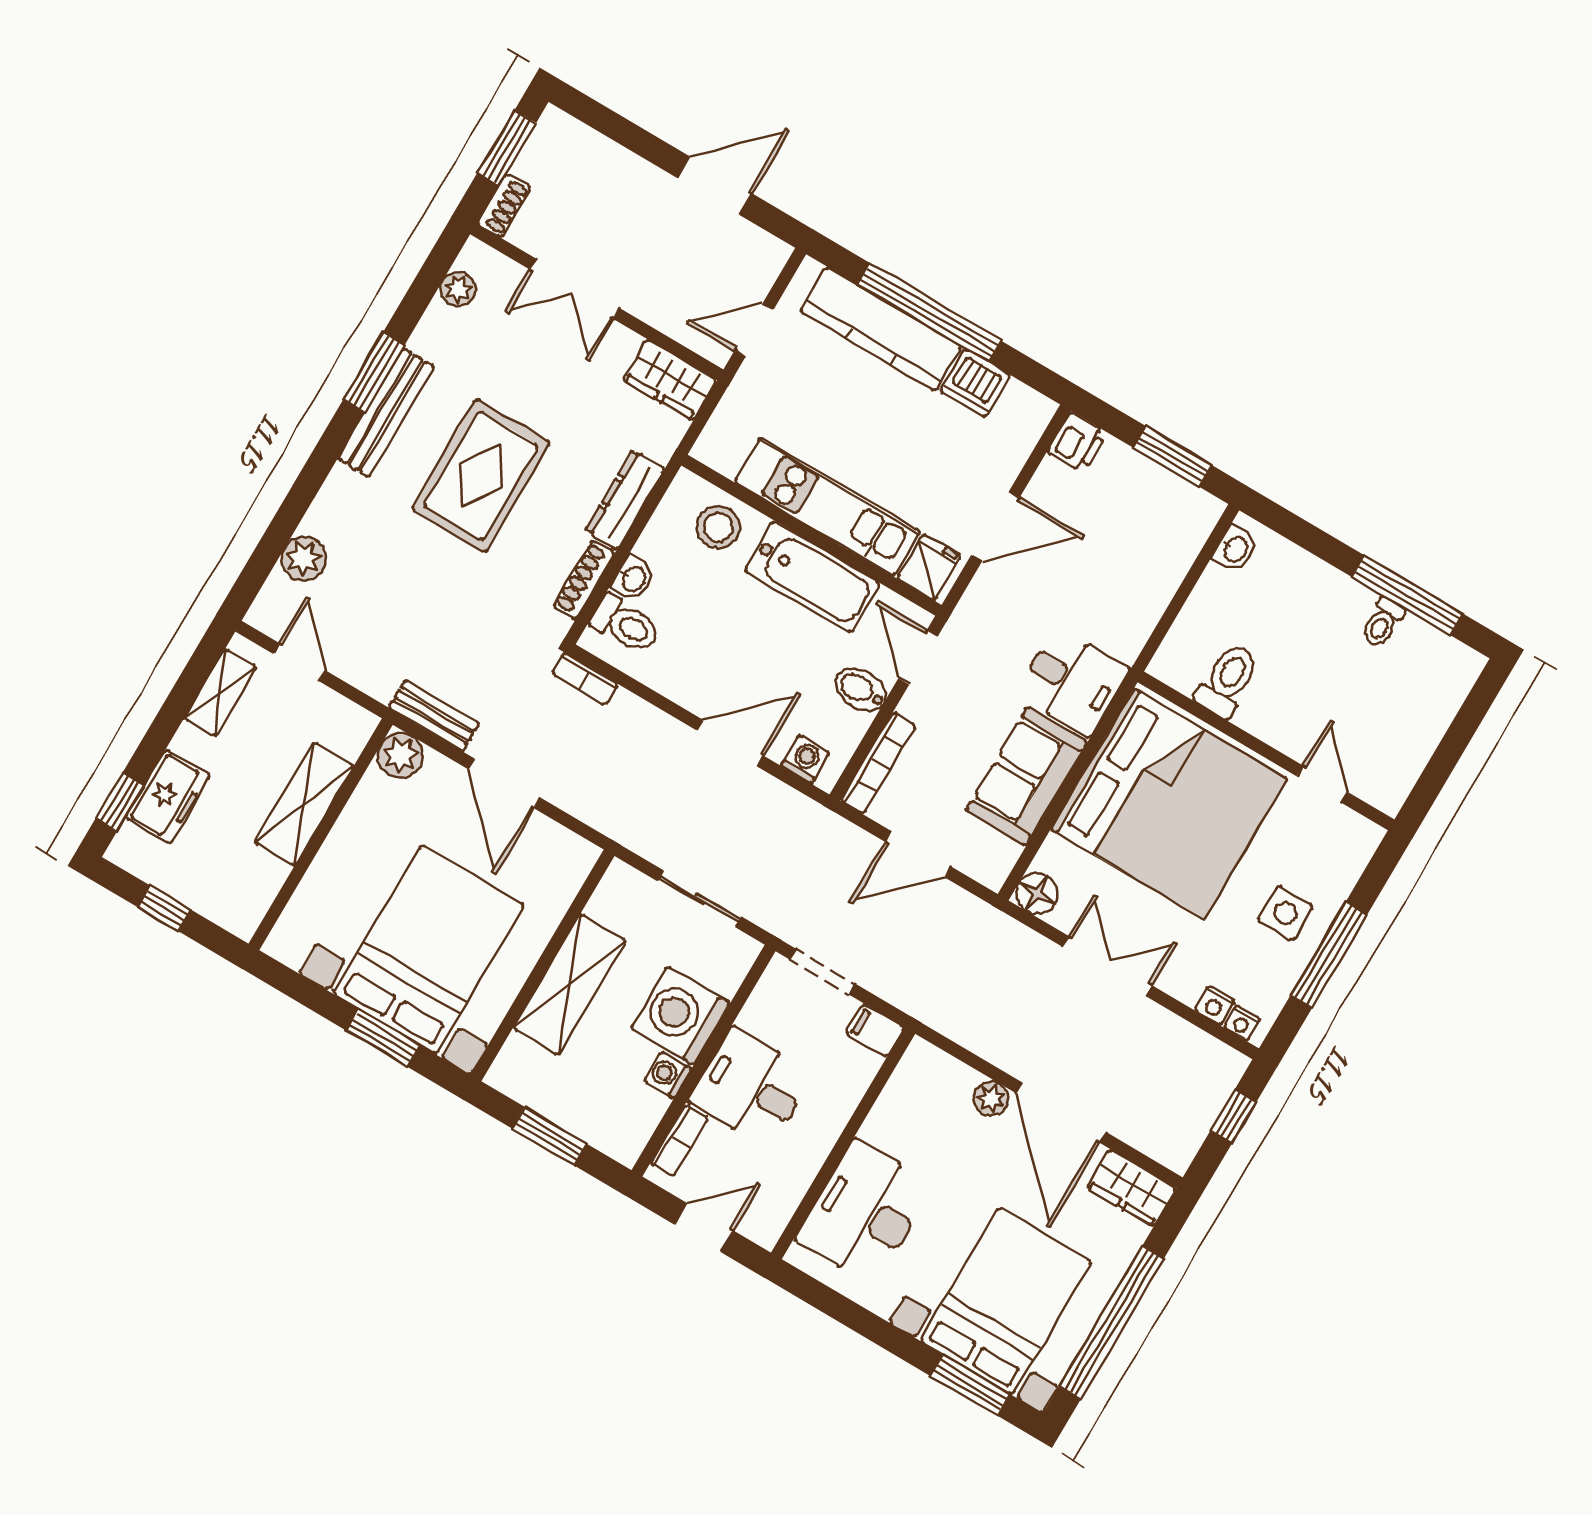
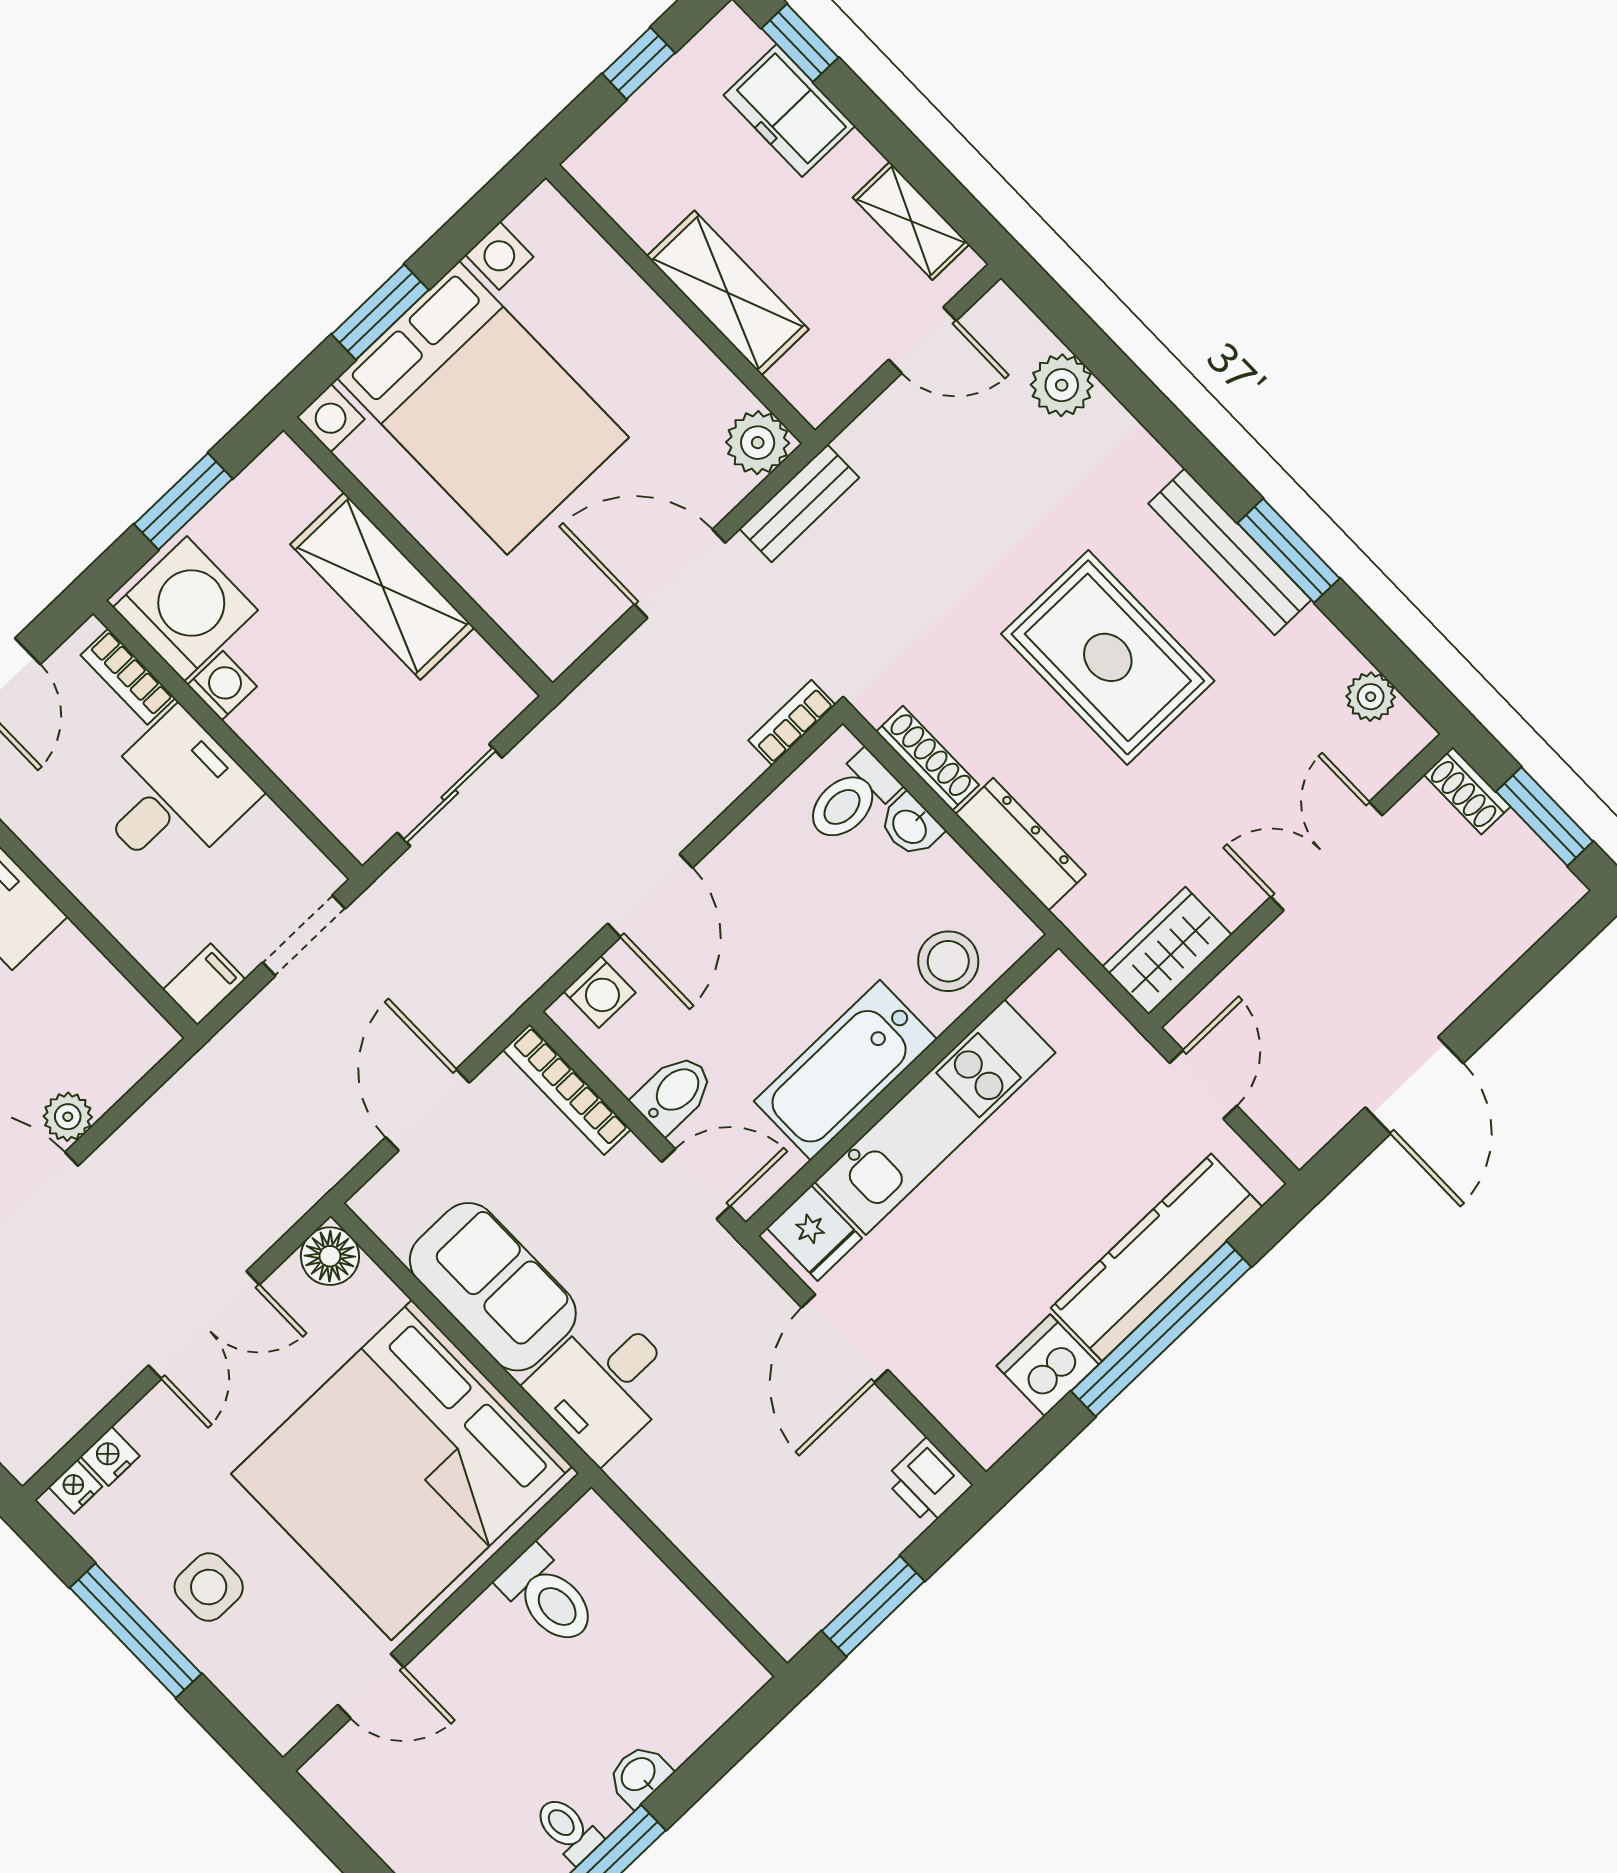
washbasin: (1235, 549) -> (639, 1775), moved, turned 90
washing machine: (681, 1016) -> (185, 609), moved

